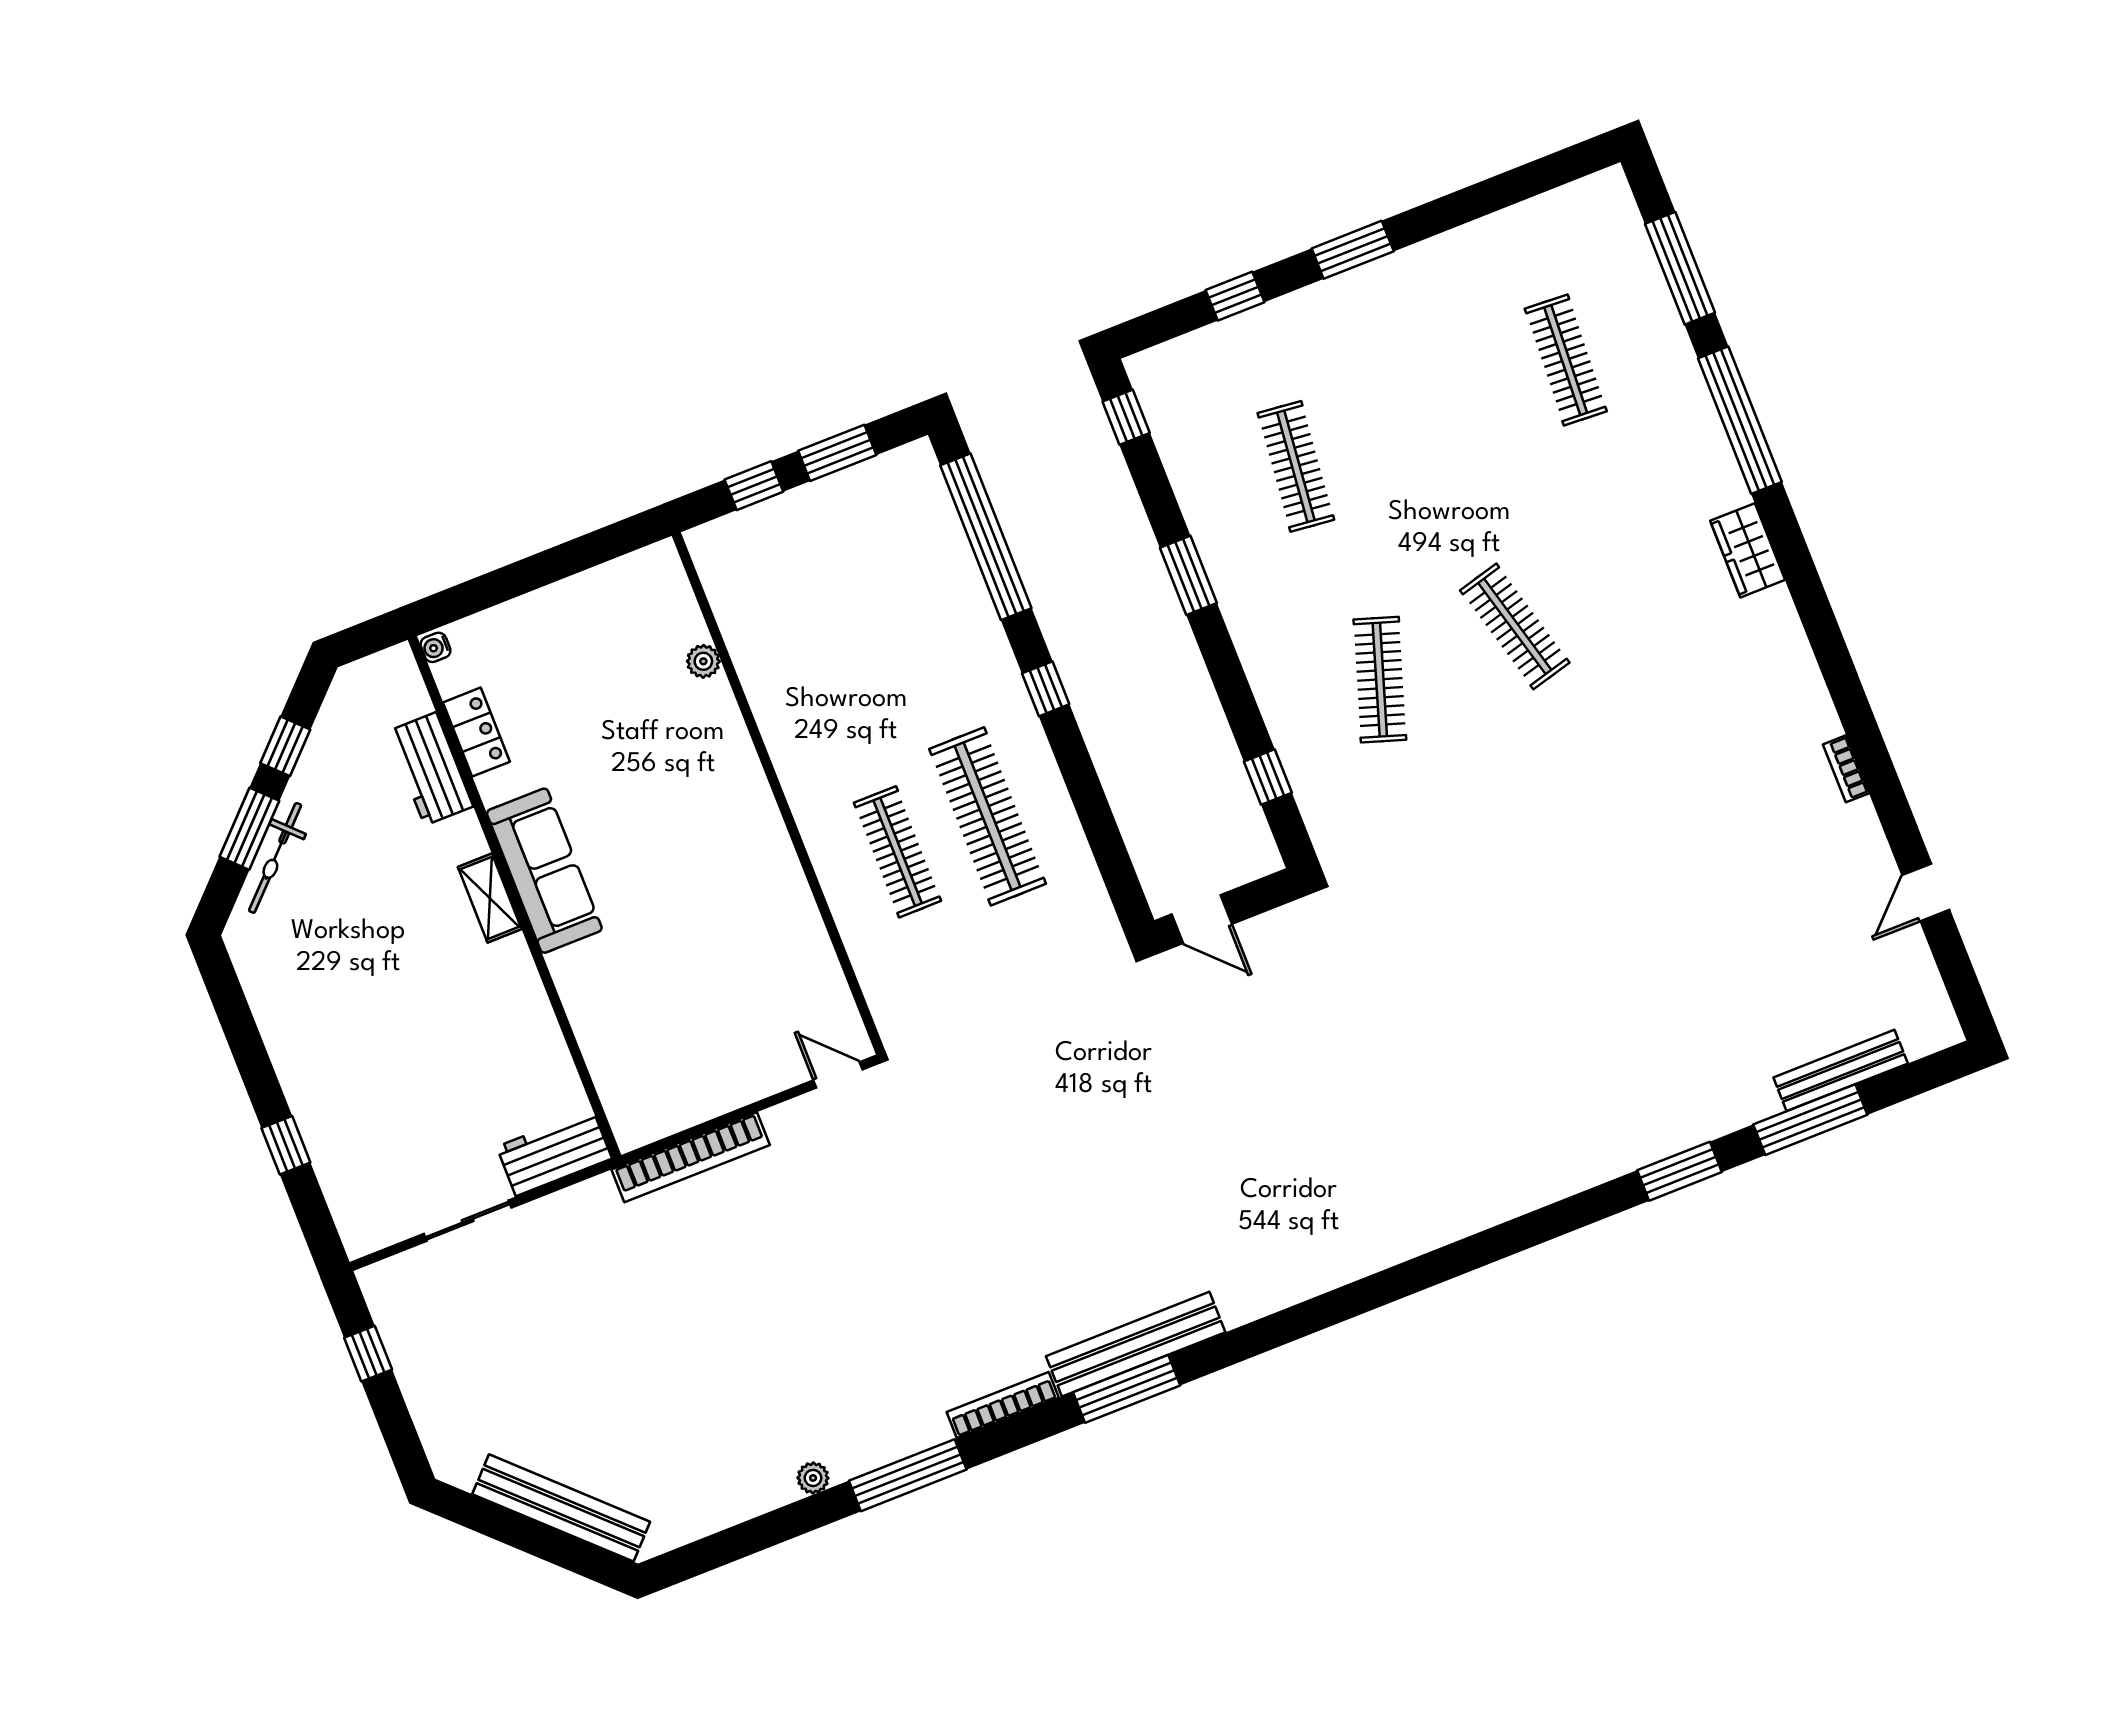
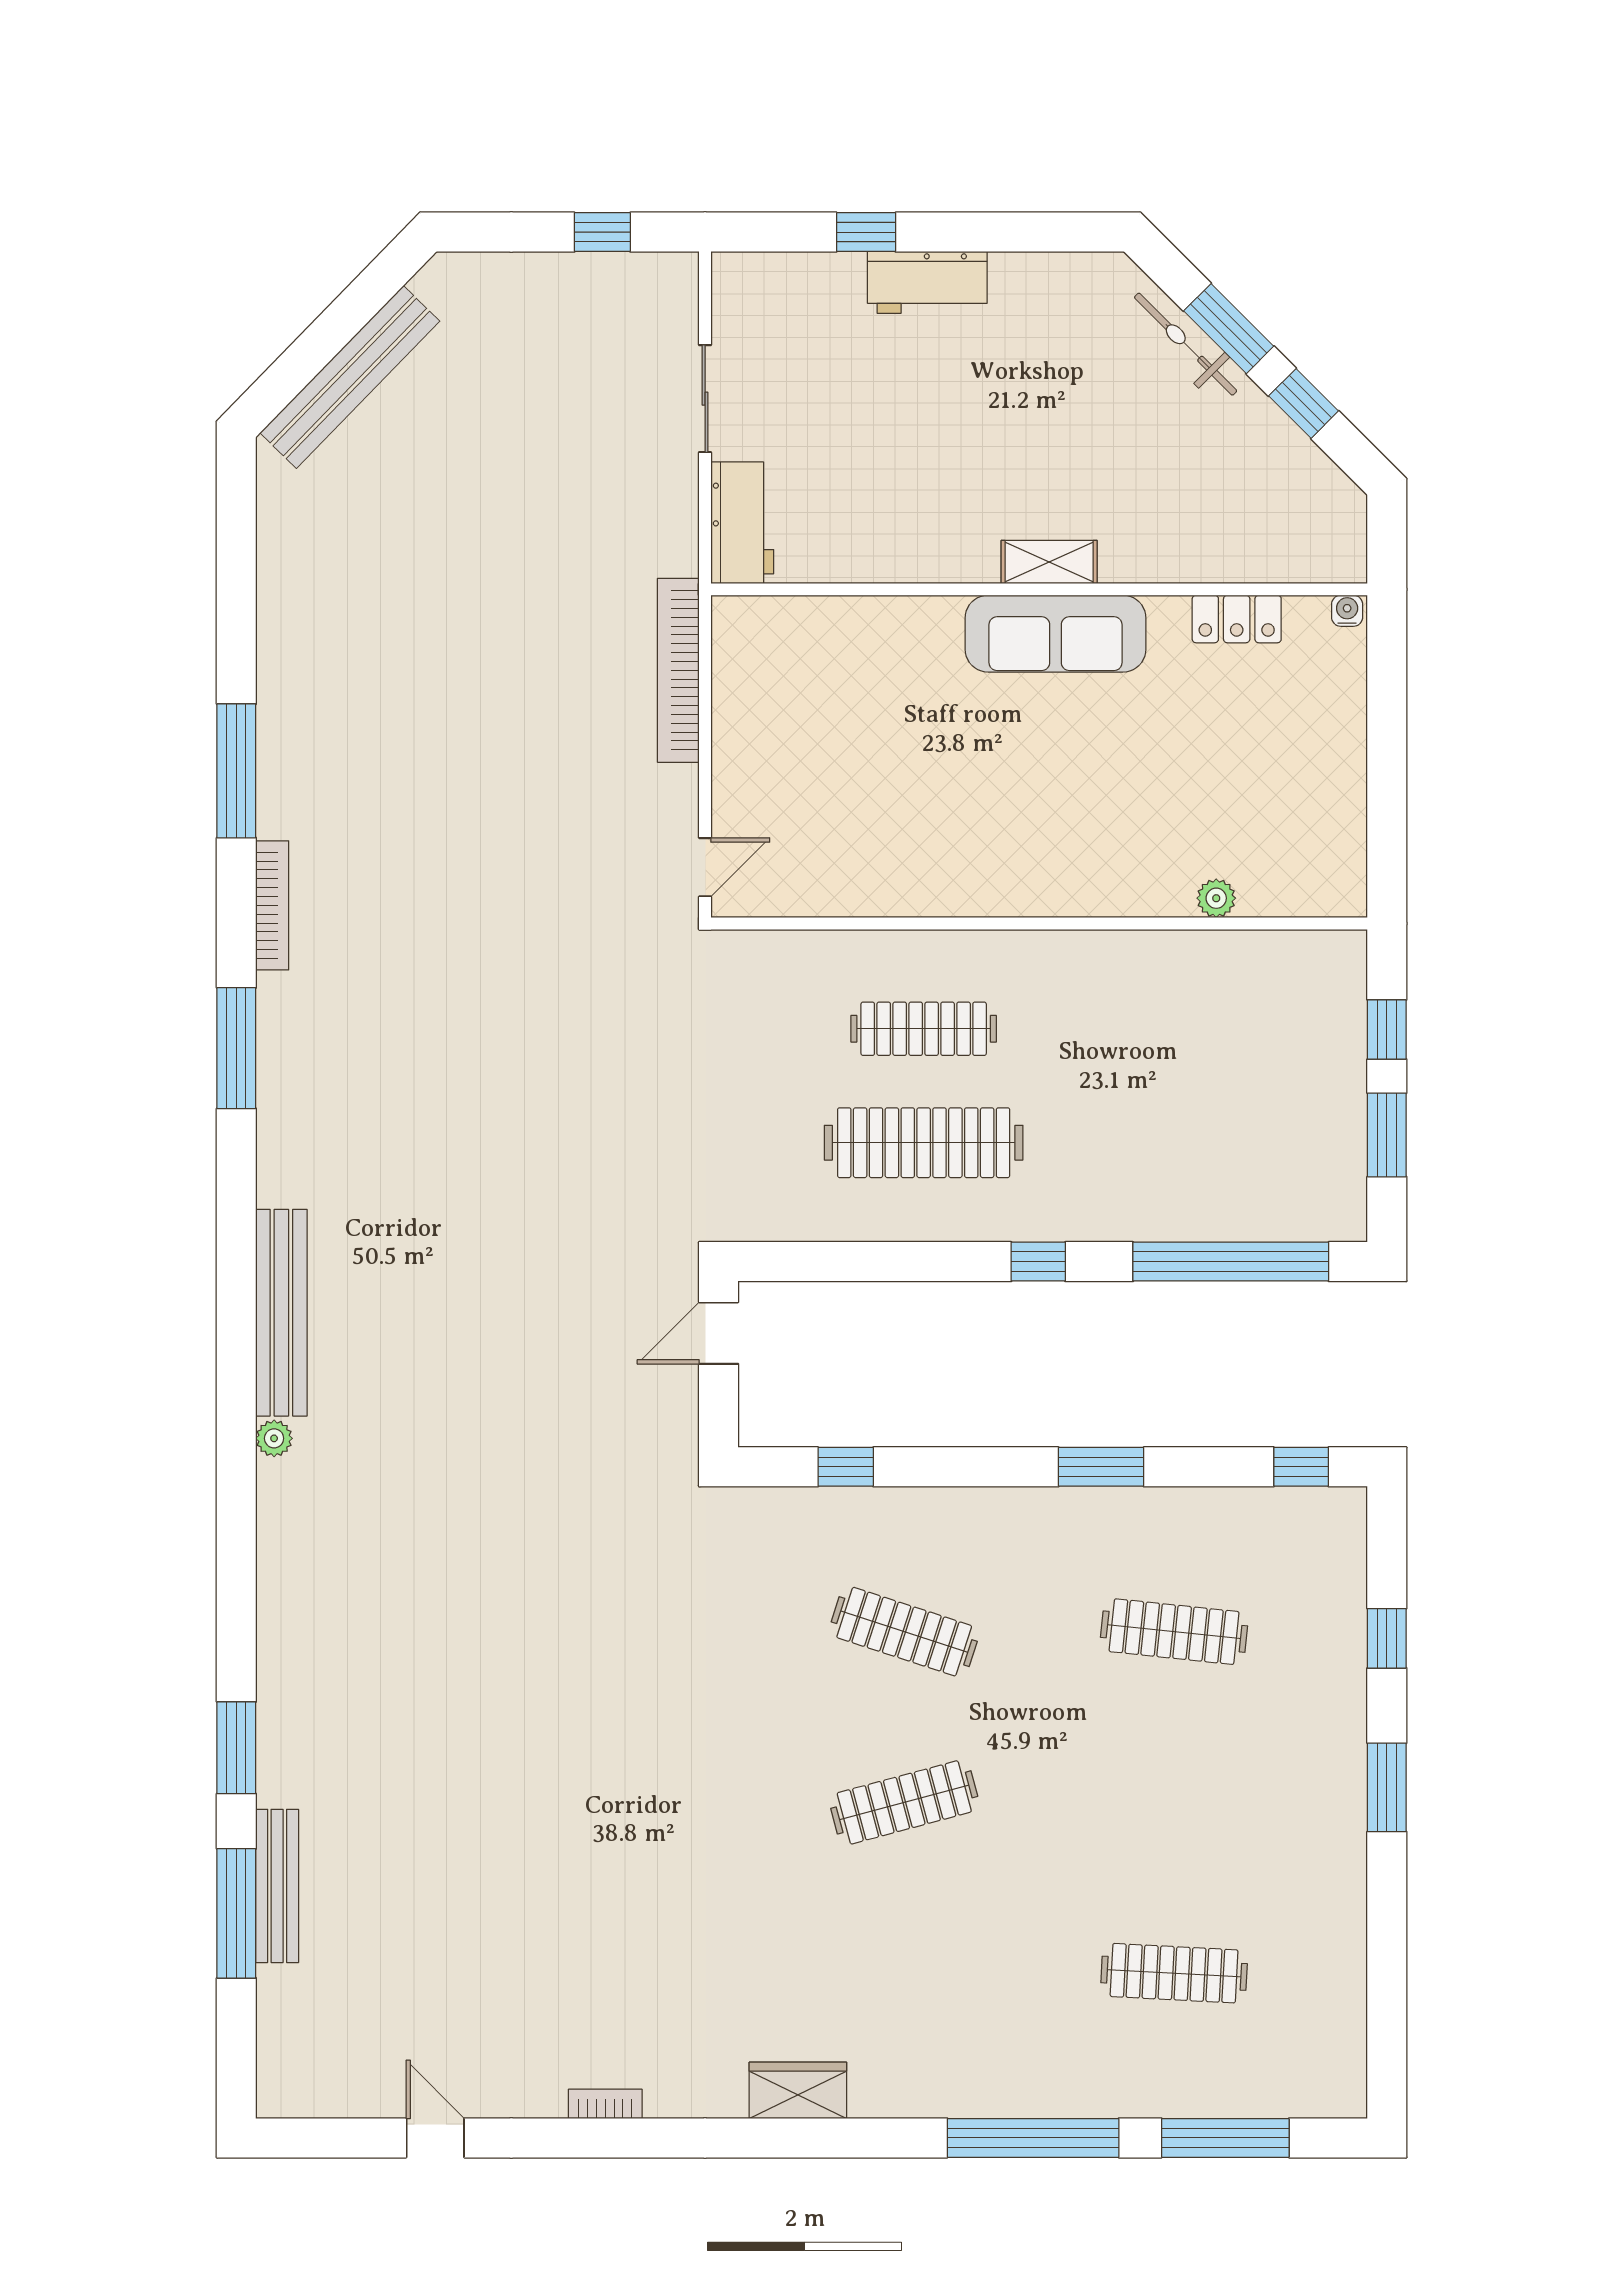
wardrobe: (1748, 550) -> (798, 2090), moved
workbench: (430, 769) -> (927, 282), moved, turned 180
bench: (1841, 1070) -> (277, 1886), moved
bench: (1136, 1344) -> (281, 1313), moved
plant: (813, 1478) -> (274, 1438), moved

